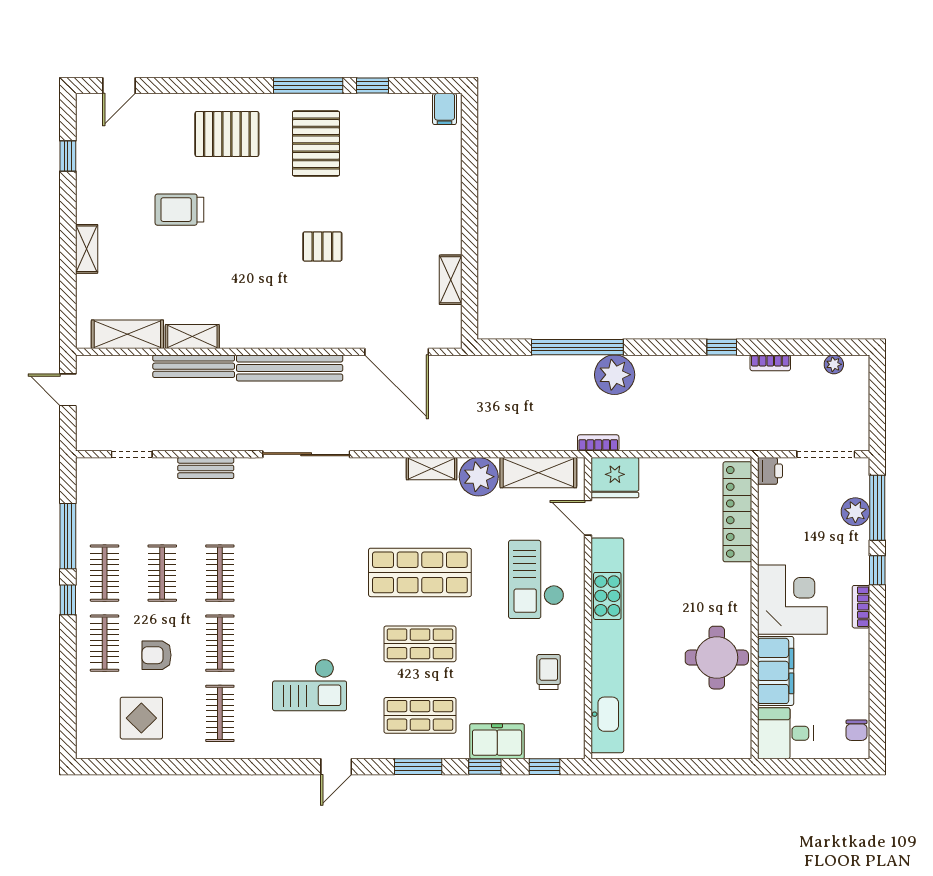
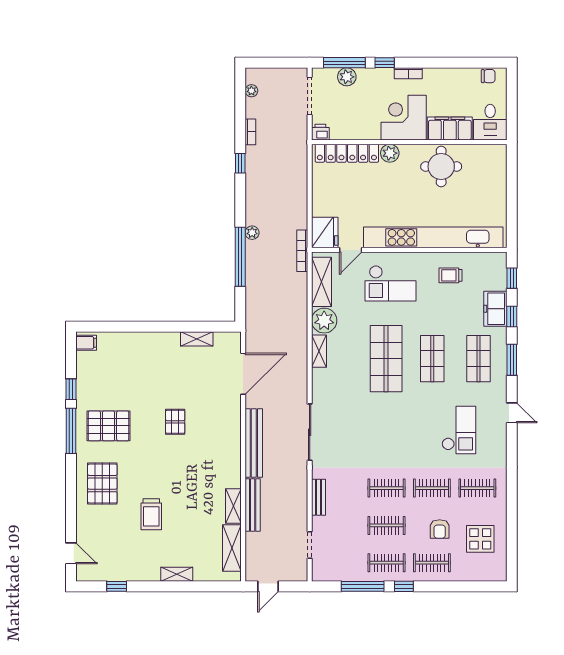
plant: (615, 375) -> (252, 233), width x0.53, depth x0.53
bookcase: (598, 443) -> (302, 251), width x1.56
plant: (737, 578) -> (390, 153), added

